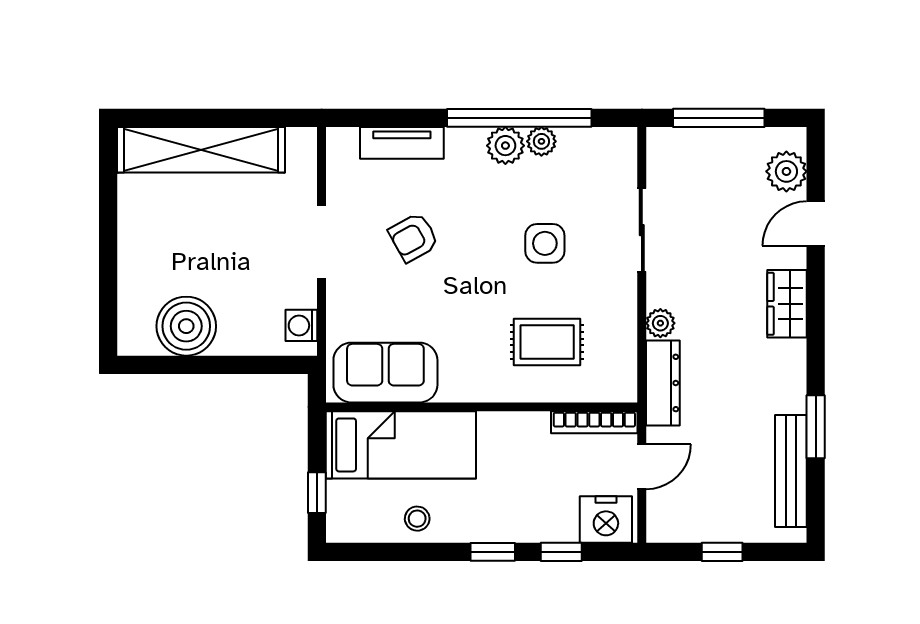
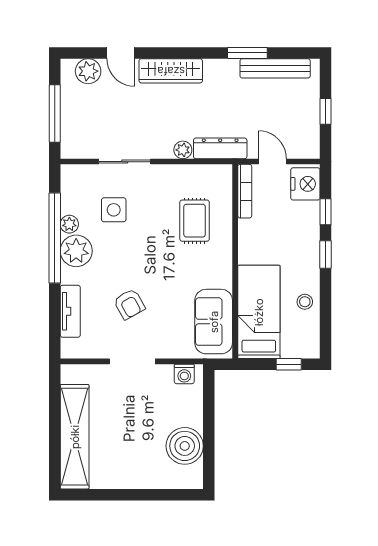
plant: (505, 146) -> (76, 251), width x1.36, depth x1.36
side table: (545, 243) -> (114, 210), moved
wardrobe: (787, 304) -> (171, 71), width x1.50

